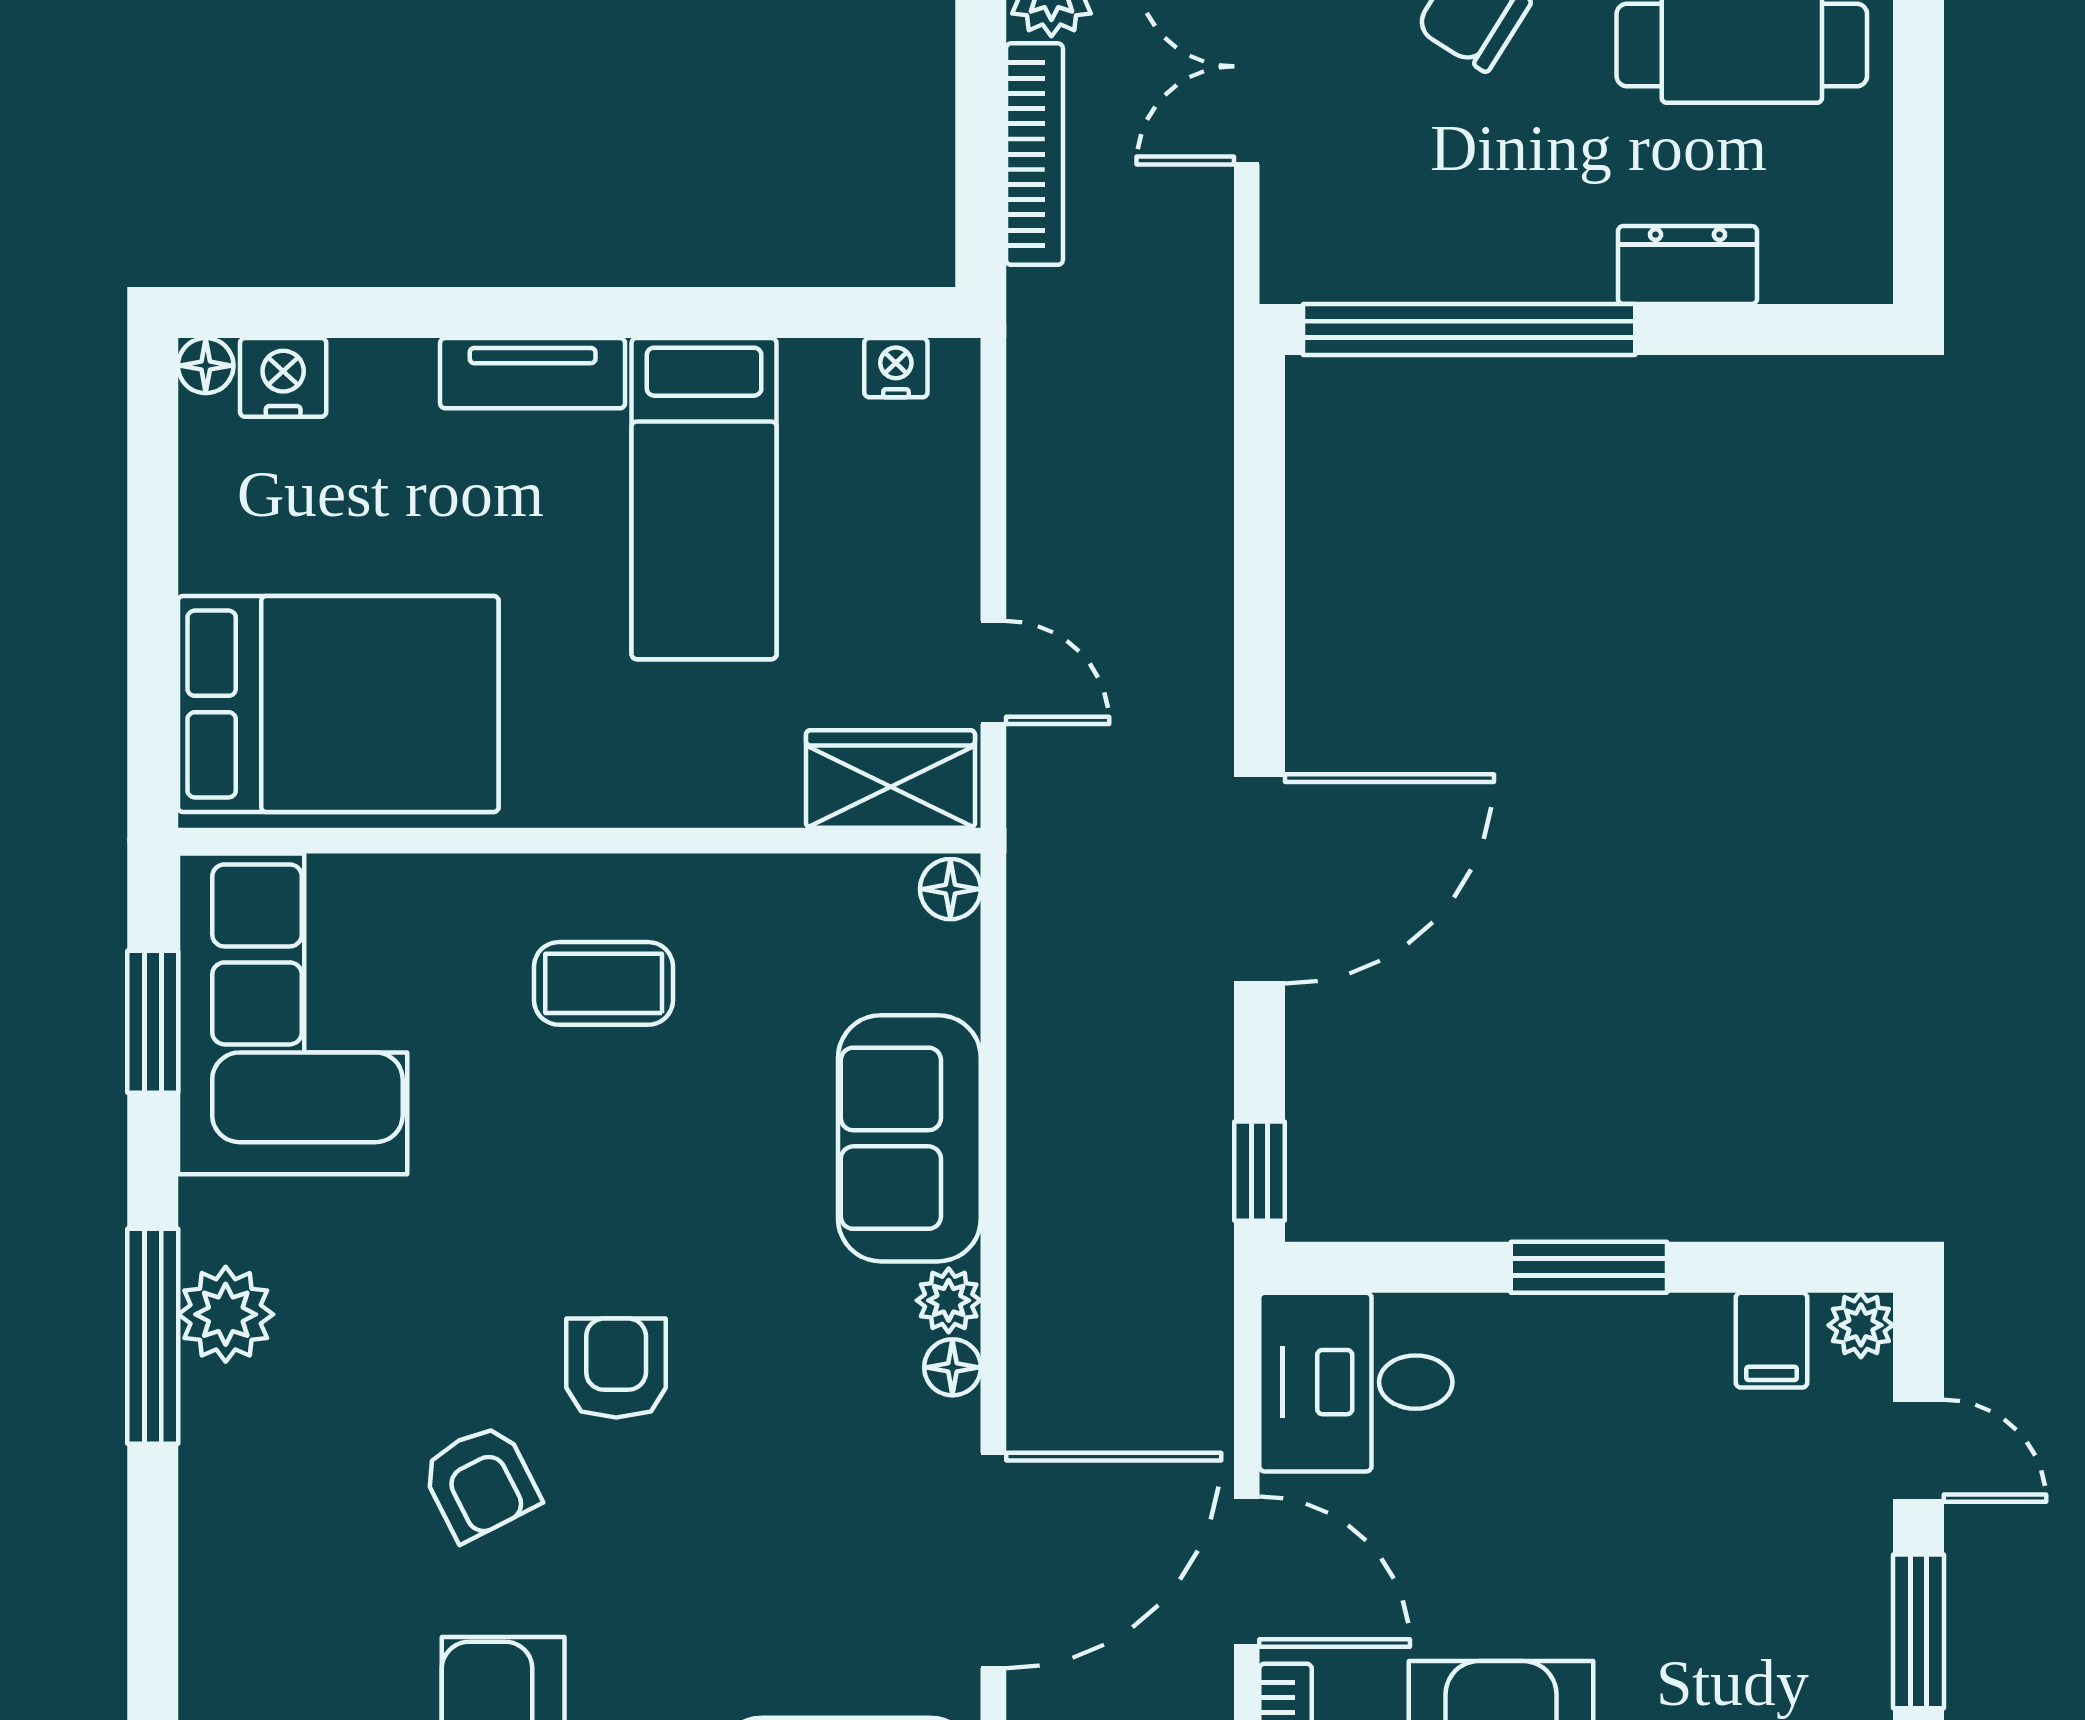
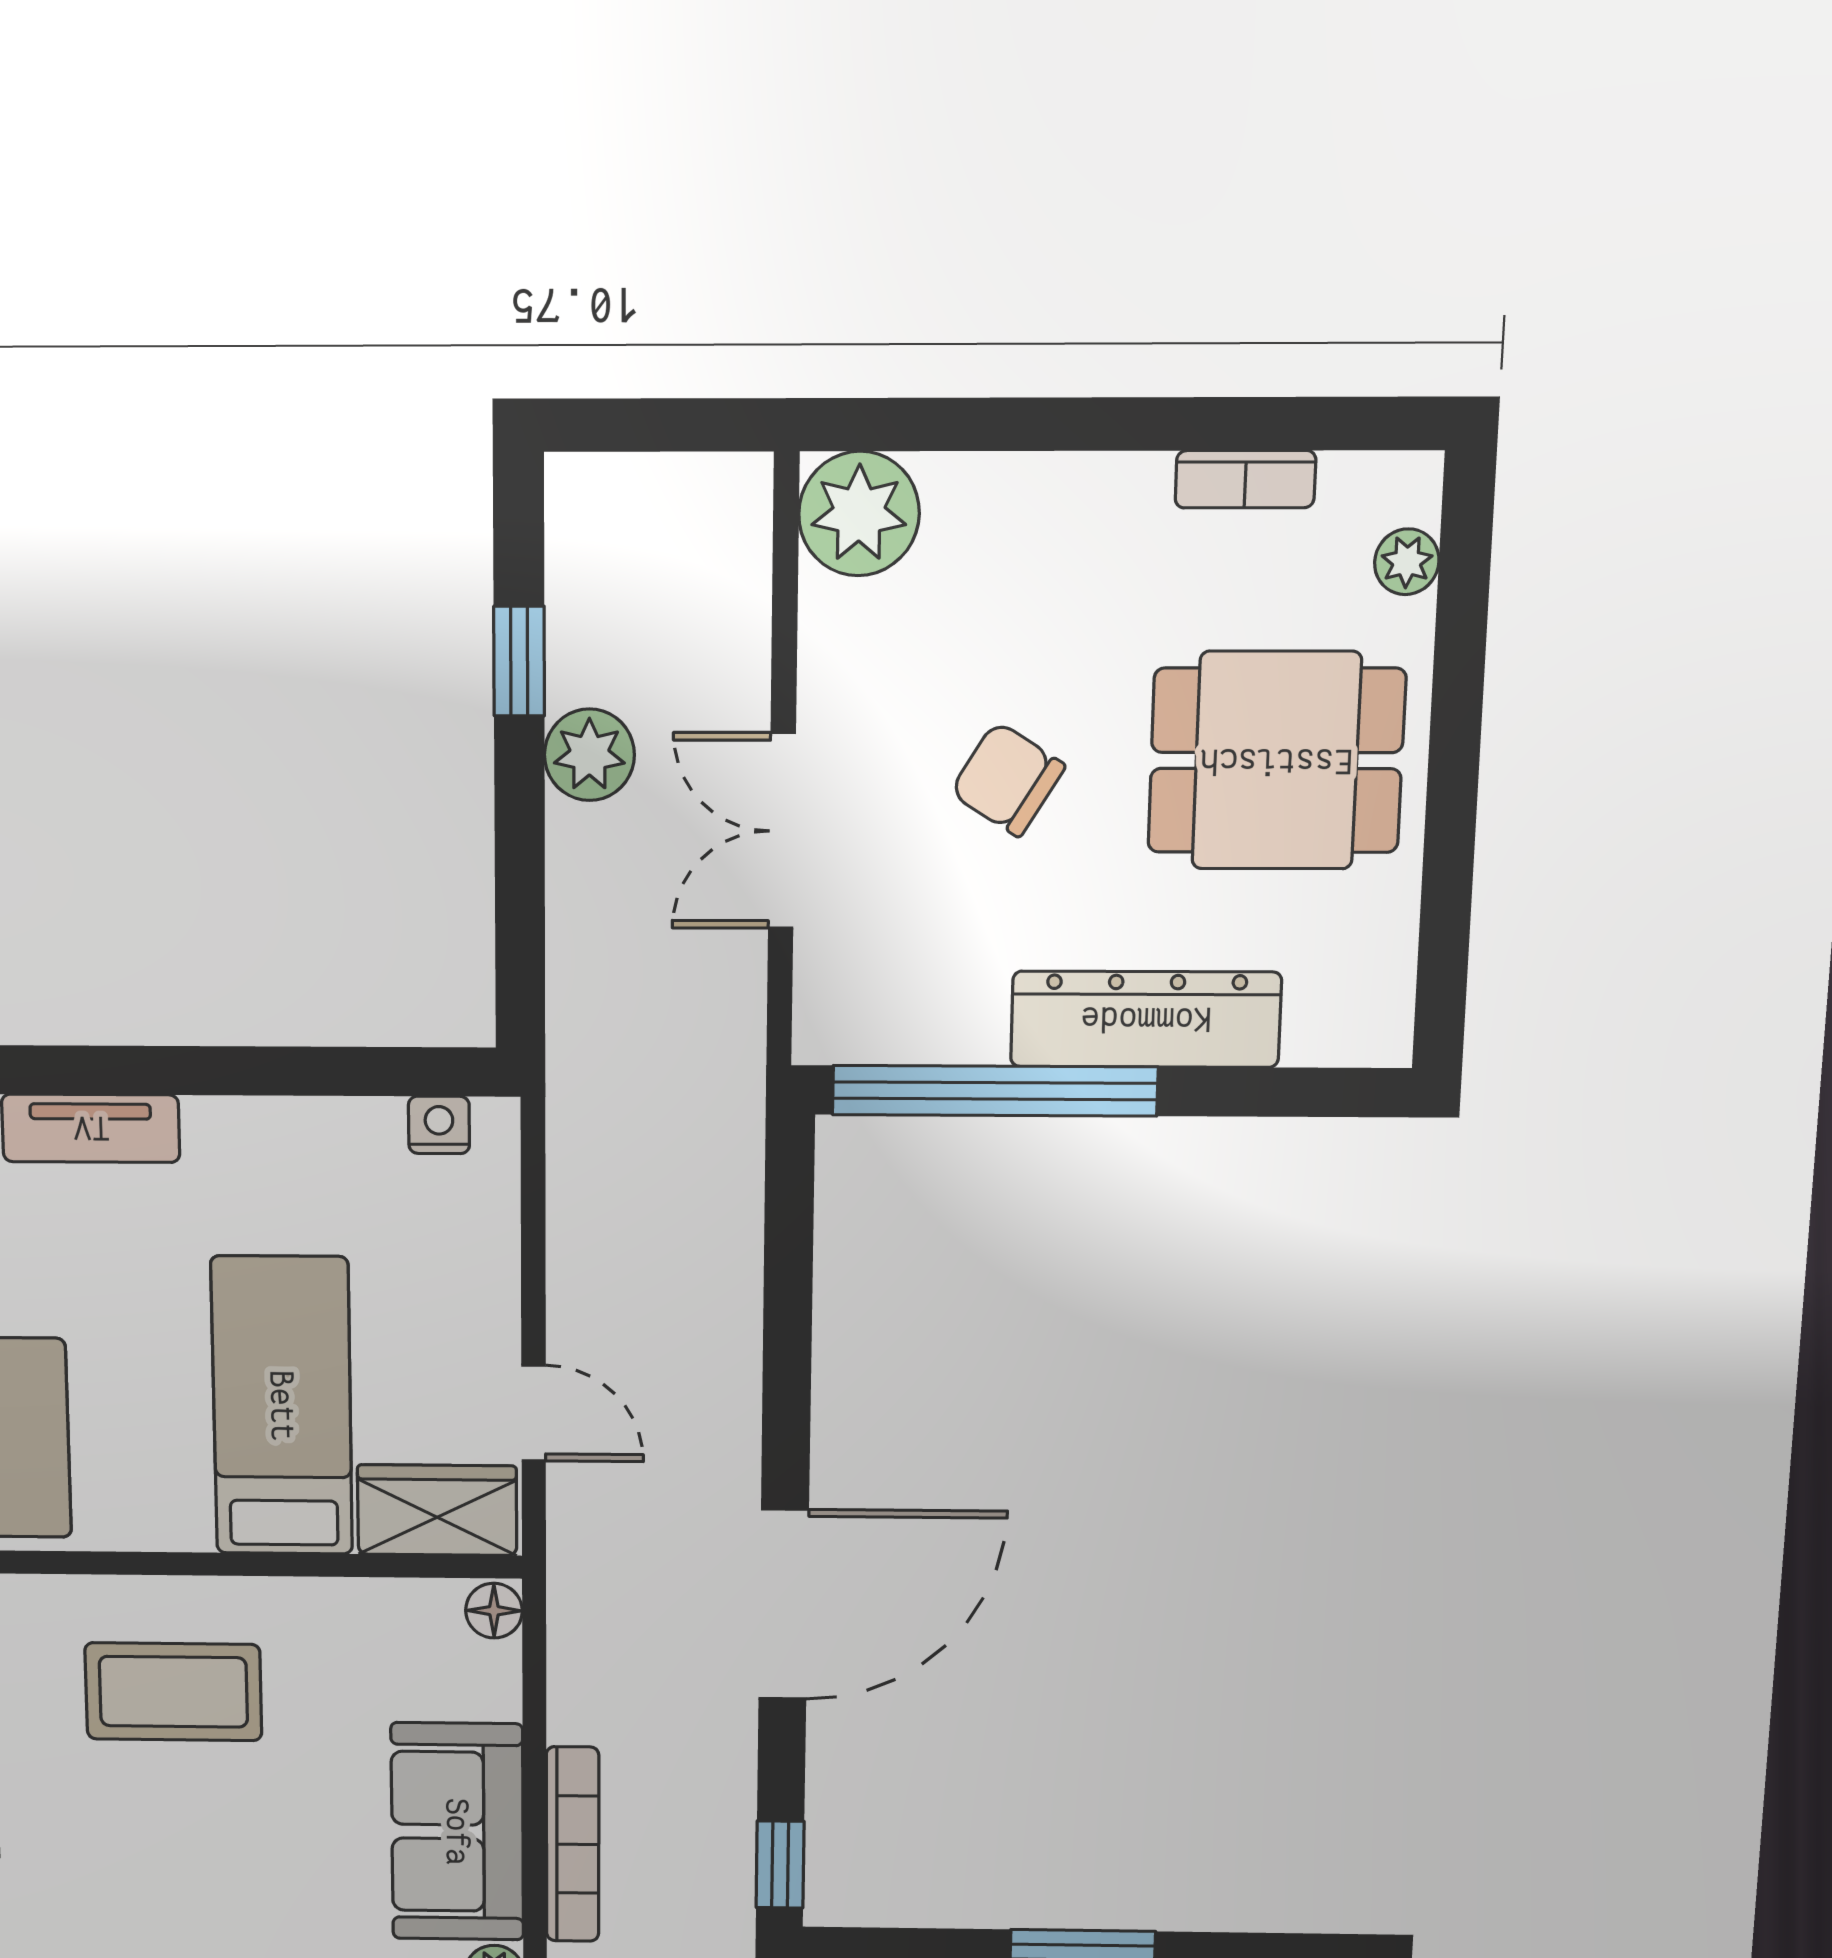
bookcase: (1034, 154) -> (573, 1844), moved
dresser: (1688, 265) -> (1146, 1019), width x1.96, depth x1.24
bed: (704, 499) -> (282, 1406), moved, turned 180
coffee table: (604, 983) -> (173, 1692), width x1.36, depth x1.30

